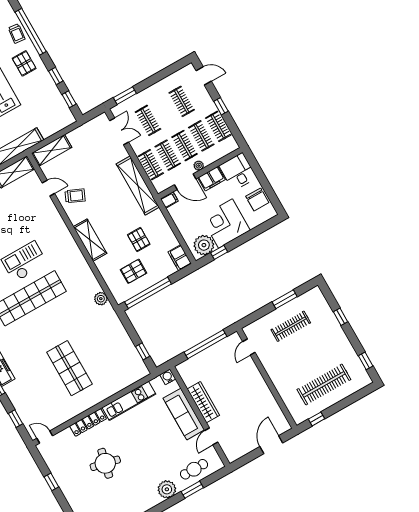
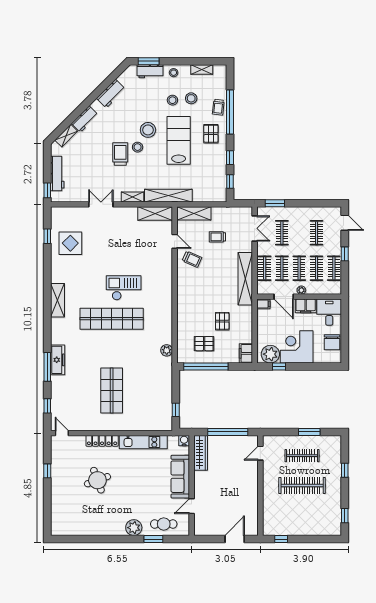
trolley: (87, 160) -> (217, 237), added
shelving: (90, 240) -> (184, 300), removed
clothes rail: (324, 384) -> (302, 485), moved
wardrobe: (203, 402) -> (201, 453), moved
round table: (105, 463) -> (97, 480), turned -33

